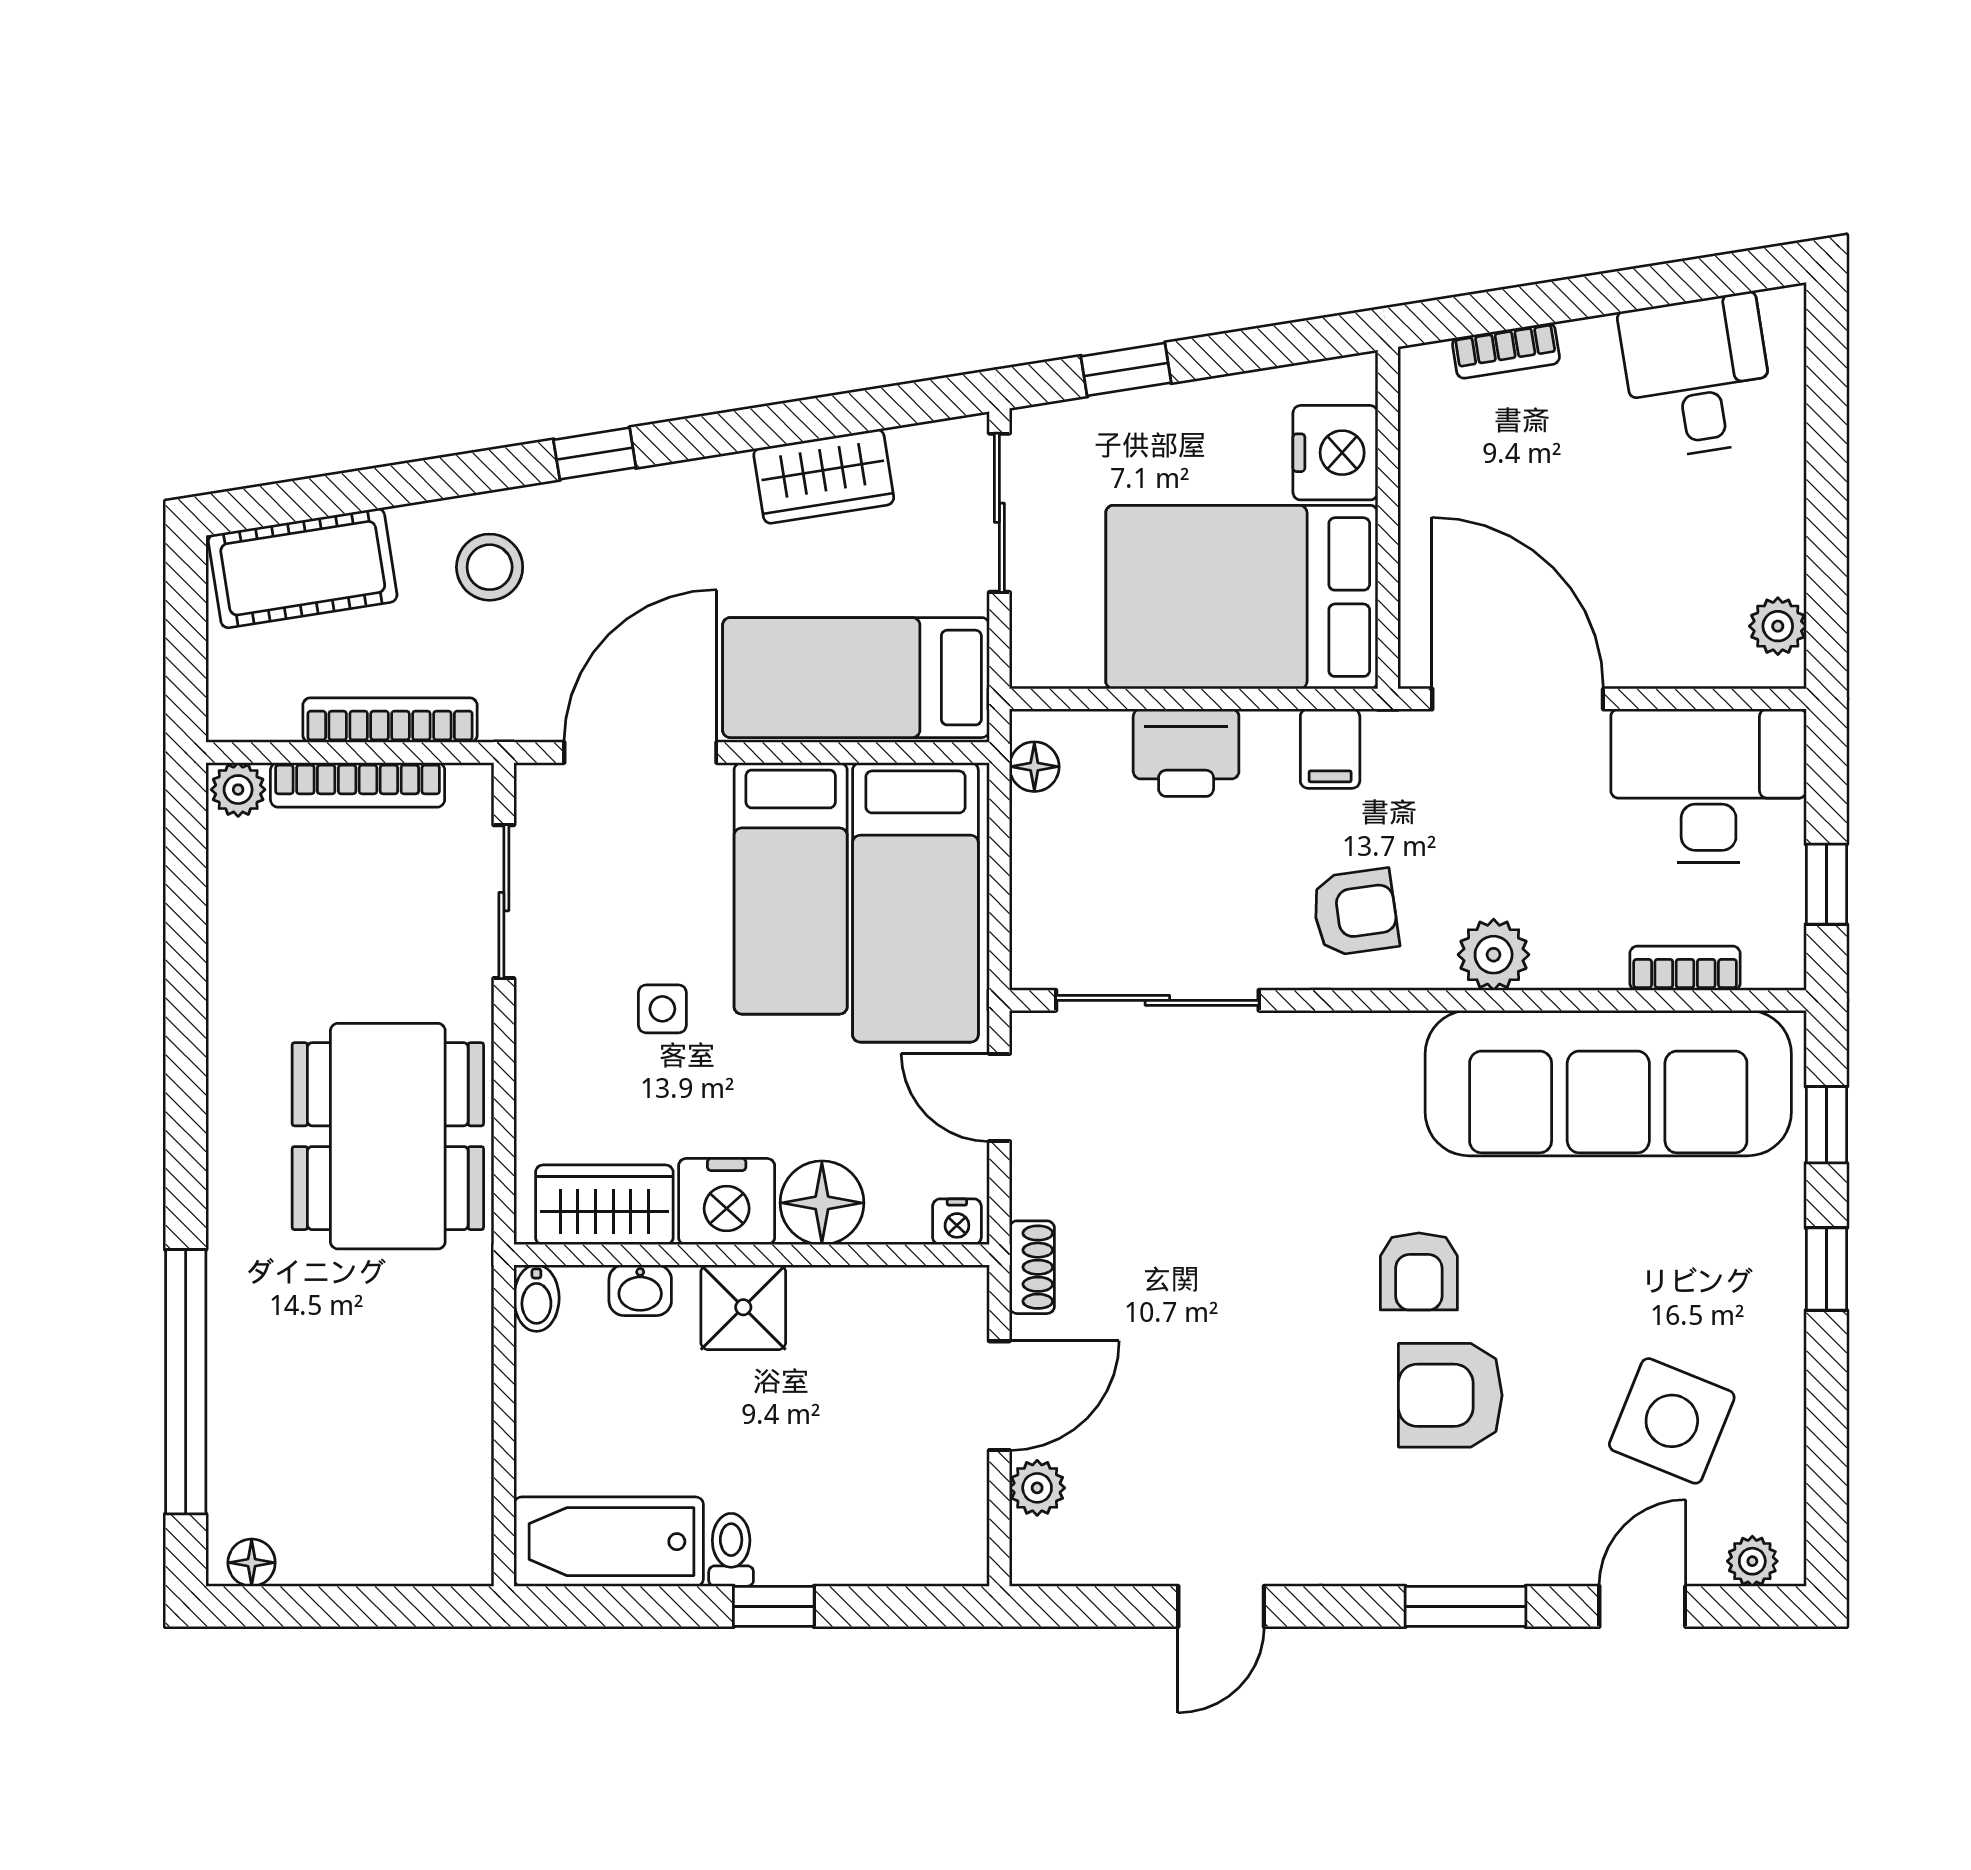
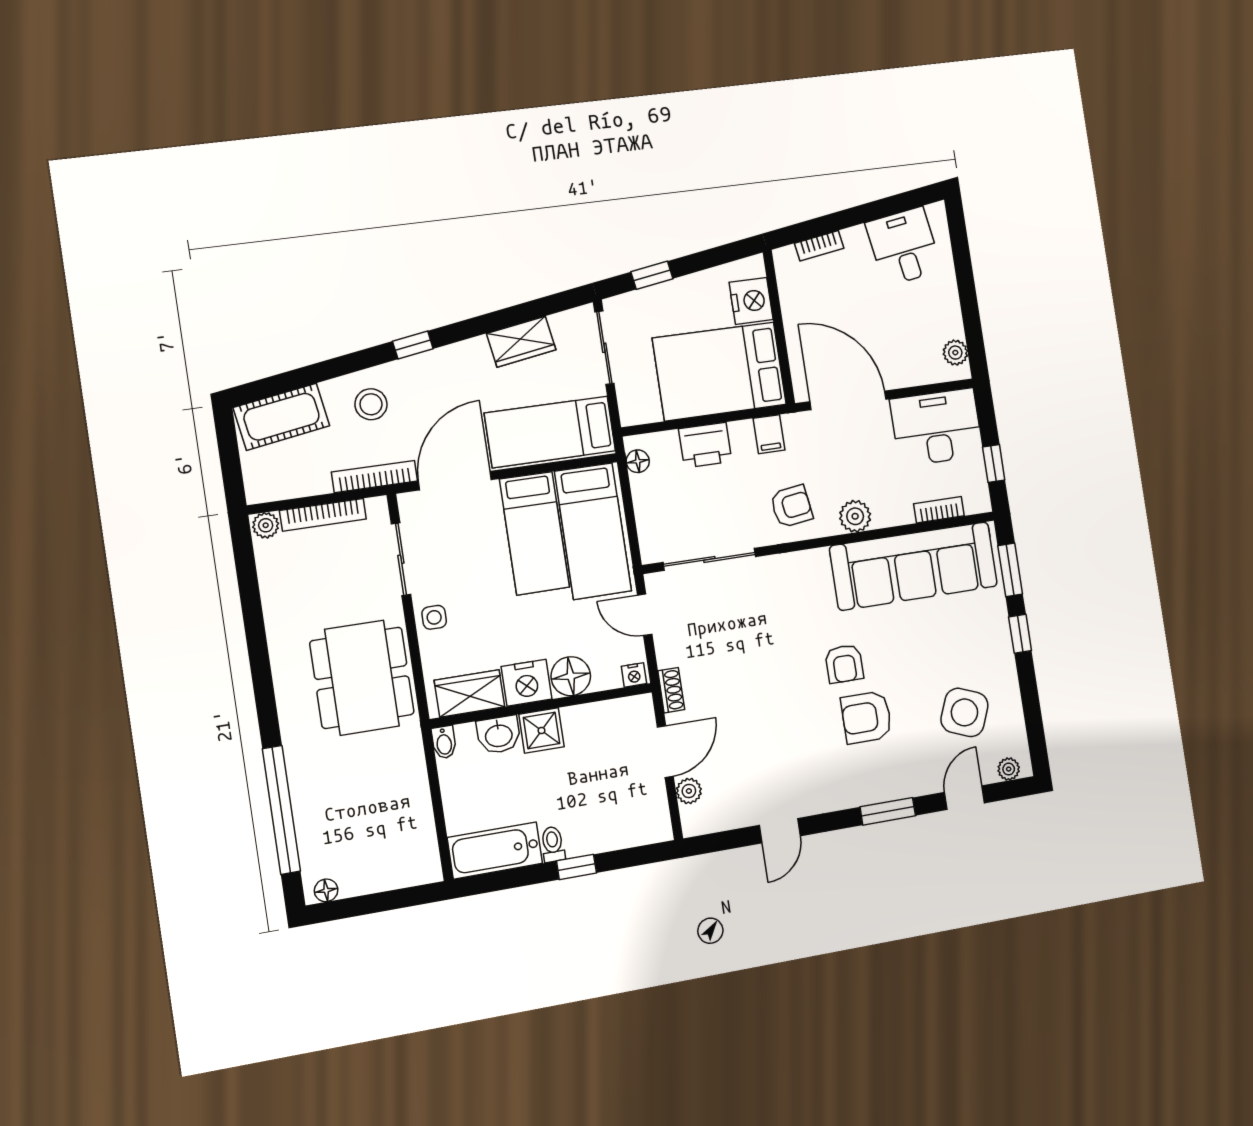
bookcase: (390, 720) -> (375, 477), moved
side table: (662, 1009) -> (434, 617), moved
window: (1826, 1125) -> (1010, 570), width x1.50
washbasin: (640, 1290) -> (499, 735), width x1.38, depth x1.45

